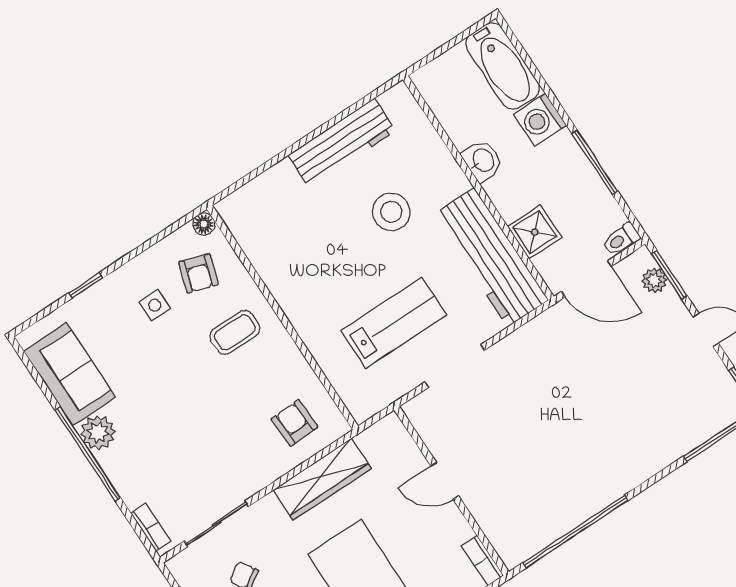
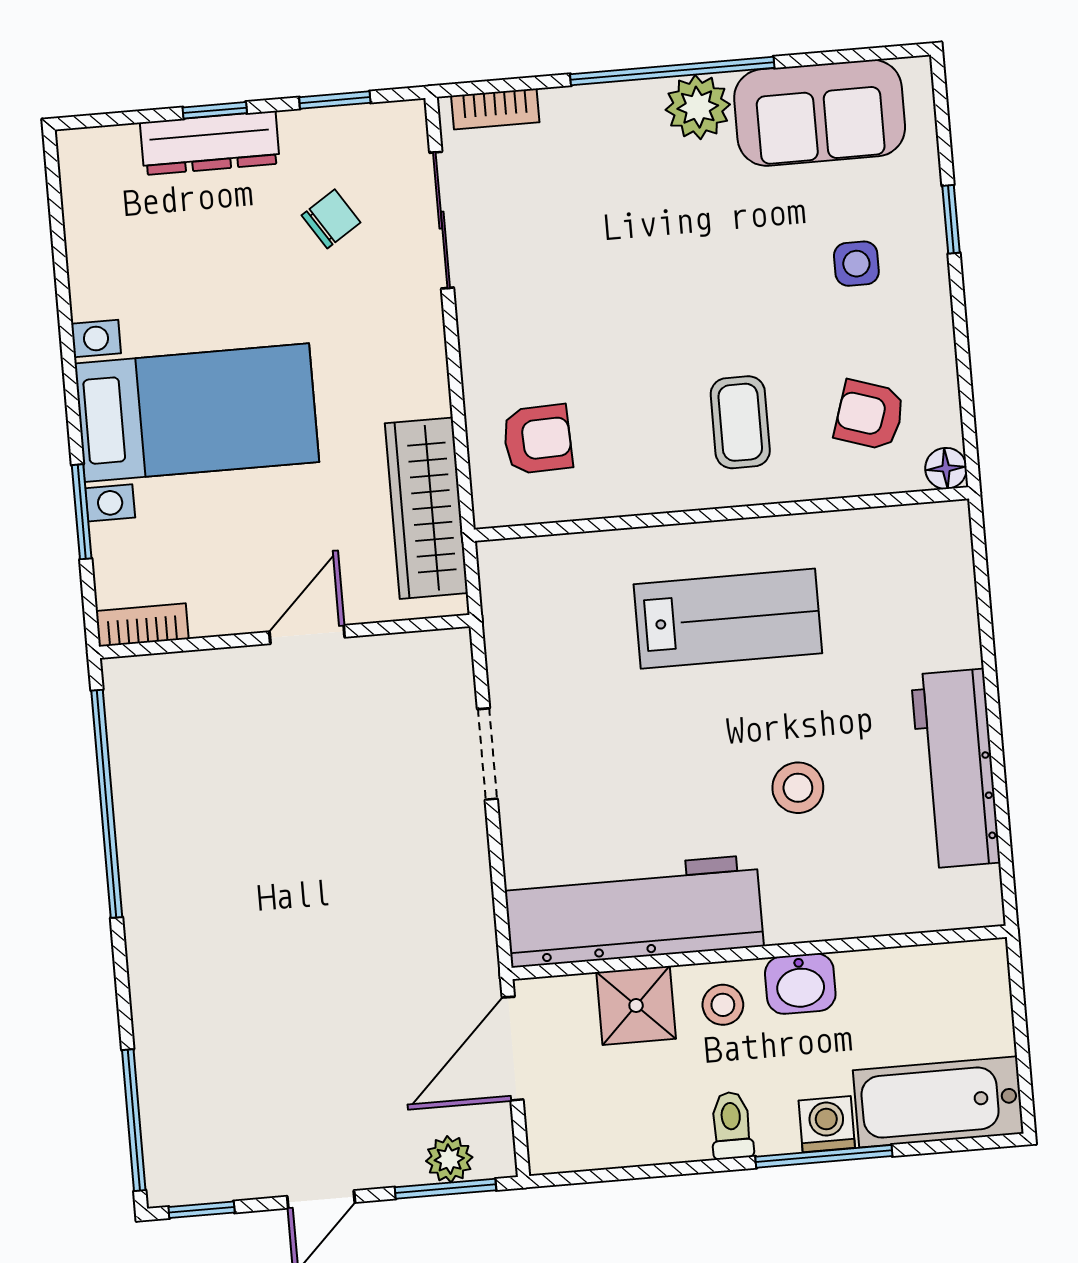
washing machine: (540, 120) -> (827, 1124), width x0.73, depth x0.73
window: (595, 162) -> (824, 1156), moved
stool: (512, 192) -> (723, 1005), added
stool: (391, 212) -> (798, 788), width x0.73, depth x0.73
toilet: (621, 239) -> (731, 1125), moved
side table: (155, 305) -> (856, 264), moved
lab bench: (394, 323) -> (728, 619), moved, turned -90
doorway: (455, 366) -> (487, 754), width x0.73
wardrobe: (322, 479) -> (426, 508), moved

